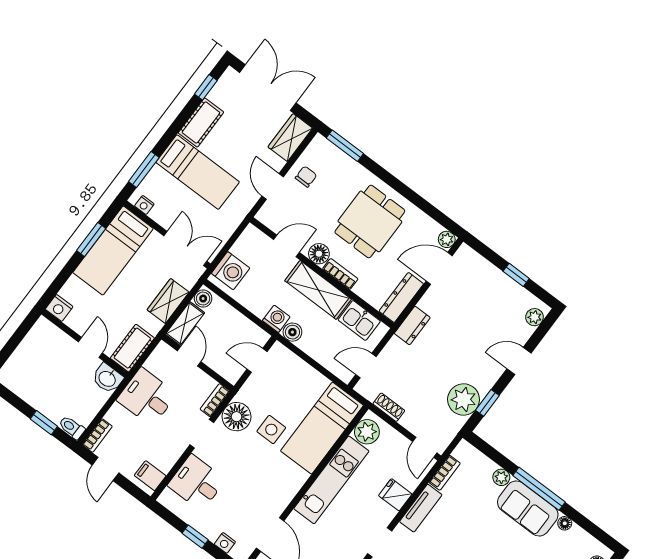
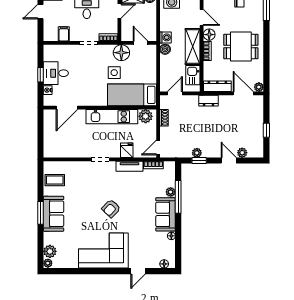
plant: (535, 317) -> (242, 153), moved
door: (366, 366) -> (175, 93), hinge flipped
plant: (464, 399) -> (197, 153), width x0.53, depth x0.53
floor lamp: (237, 417) -> (121, 53), moved
filing cabinet: (150, 476) -> (64, 34), moved
desk: (197, 483) -> (56, 73), moved, turned -90
window: (539, 489) -> (178, 197), moved

